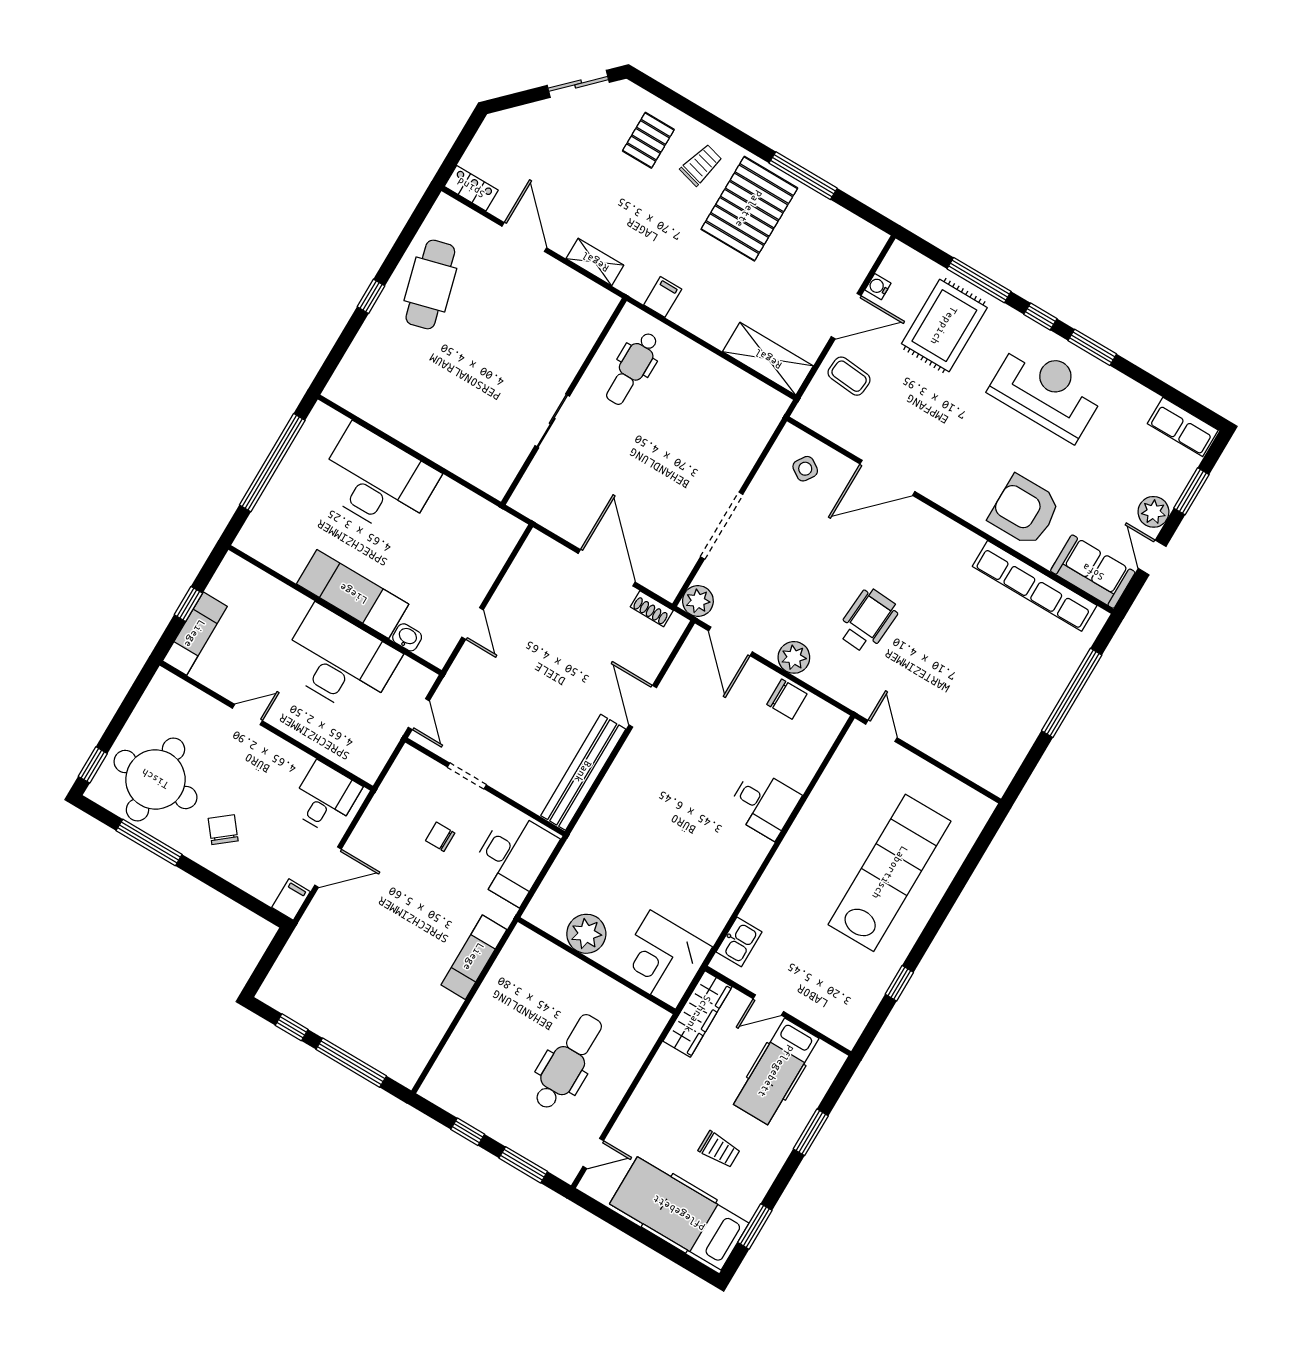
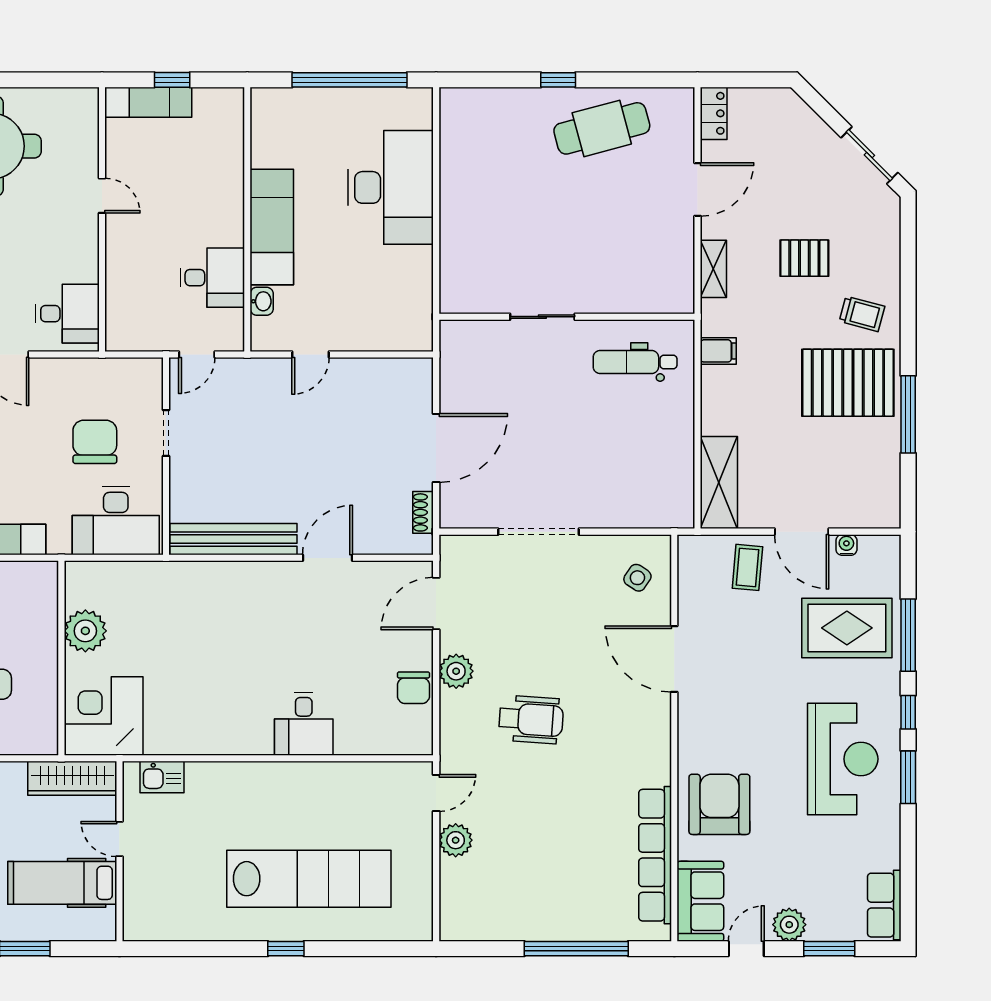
pallet: (648, 140) -> (804, 258), moved
plant: (698, 601) -> (456, 840), moved
desk: (340, 661) -> (212, 278), width x0.53, depth x0.77
chair: (440, 837) -> (95, 442), width x1.87, depth x1.87
window: (899, 983) -> (286, 949), moved

